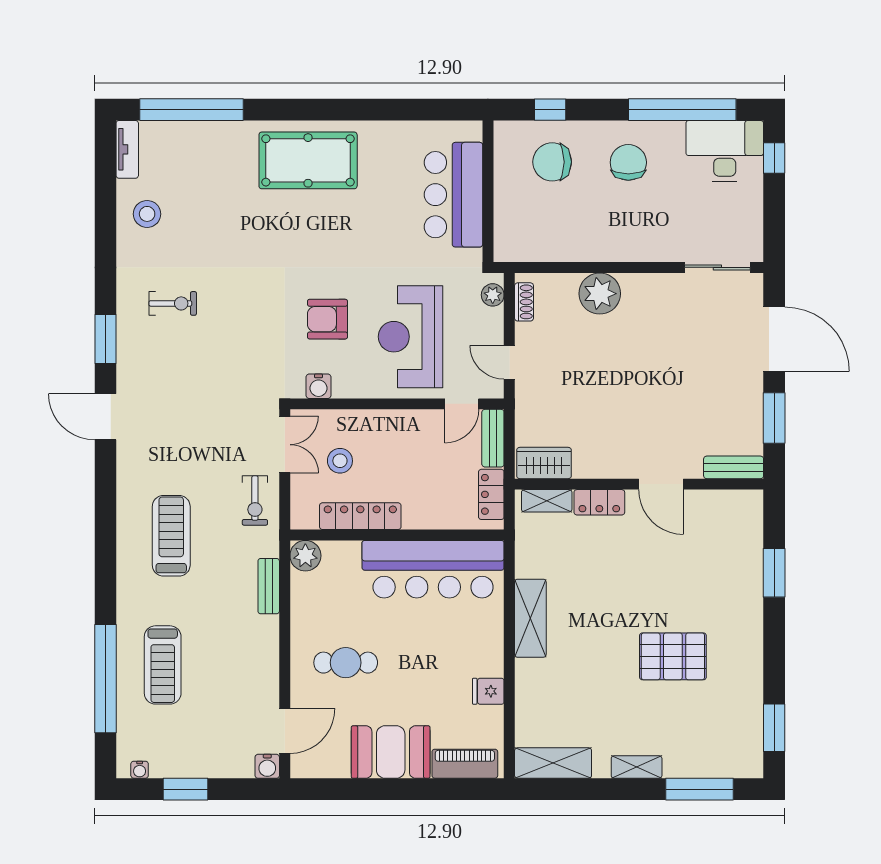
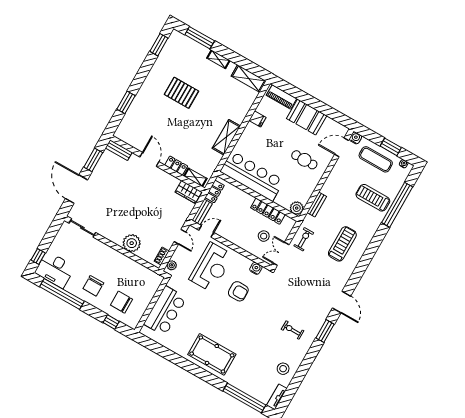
chair: (552, 162) -> (121, 302), turned 180
treadmill: (171, 536) -> (342, 244), turned 180
treadmill: (163, 665) -> (373, 198), turned -90
exercise mat: (201, 746) -> (376, 159), added

